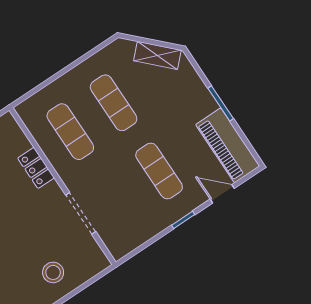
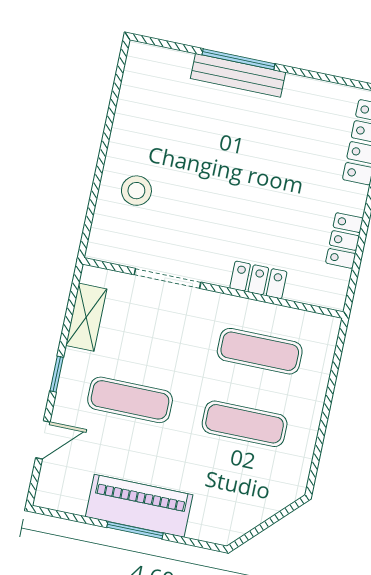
shelving: (157, 55) -> (86, 317), moved, turned -45
piano: (228, 145) -> (139, 506), moved

